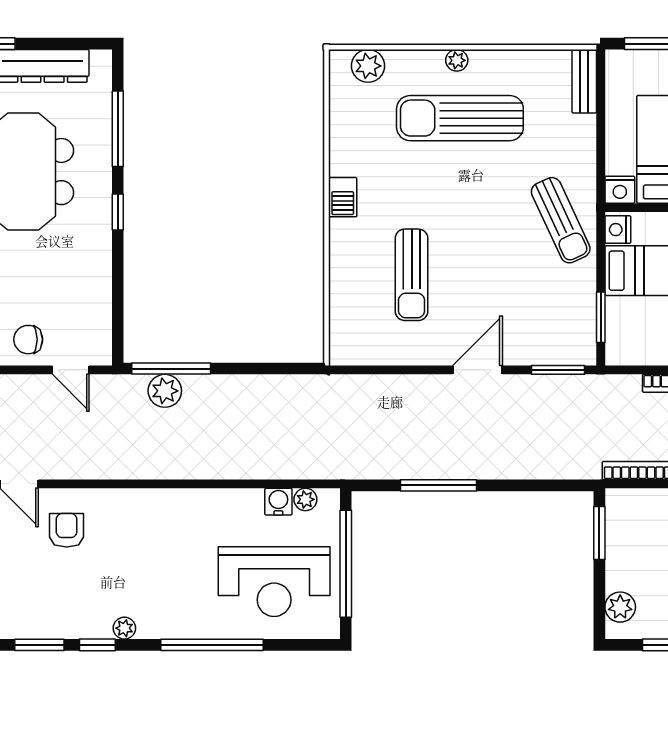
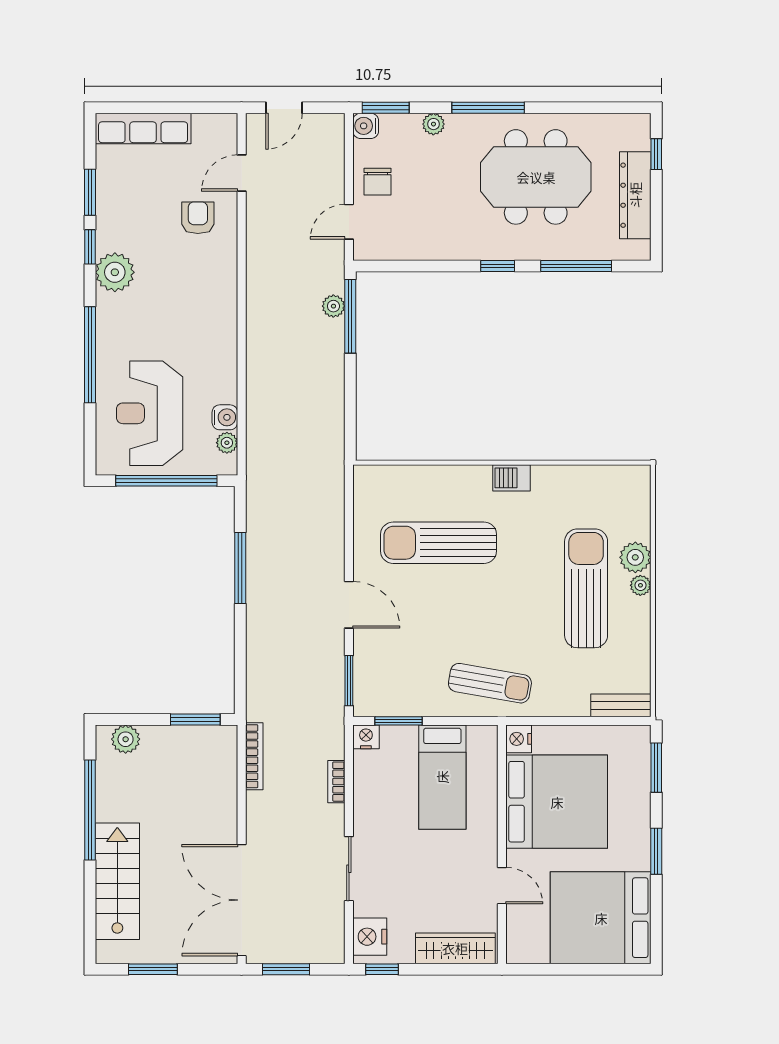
plant: (368, 66) -> (635, 557), moved
sun lounger: (561, 220) -> (490, 683), turned -145
nightstand: (618, 230) -> (366, 737), moved
sun lounger: (412, 275) -> (439, 543), width x1.36, depth x1.34
chair: (28, 340) -> (377, 182), turned 180
plant: (165, 391) -> (333, 306), width x0.73, depth x0.73
armchair: (67, 530) -> (198, 218), turned -90
plant: (124, 628) -> (115, 272), width x1.88, depth x1.88

